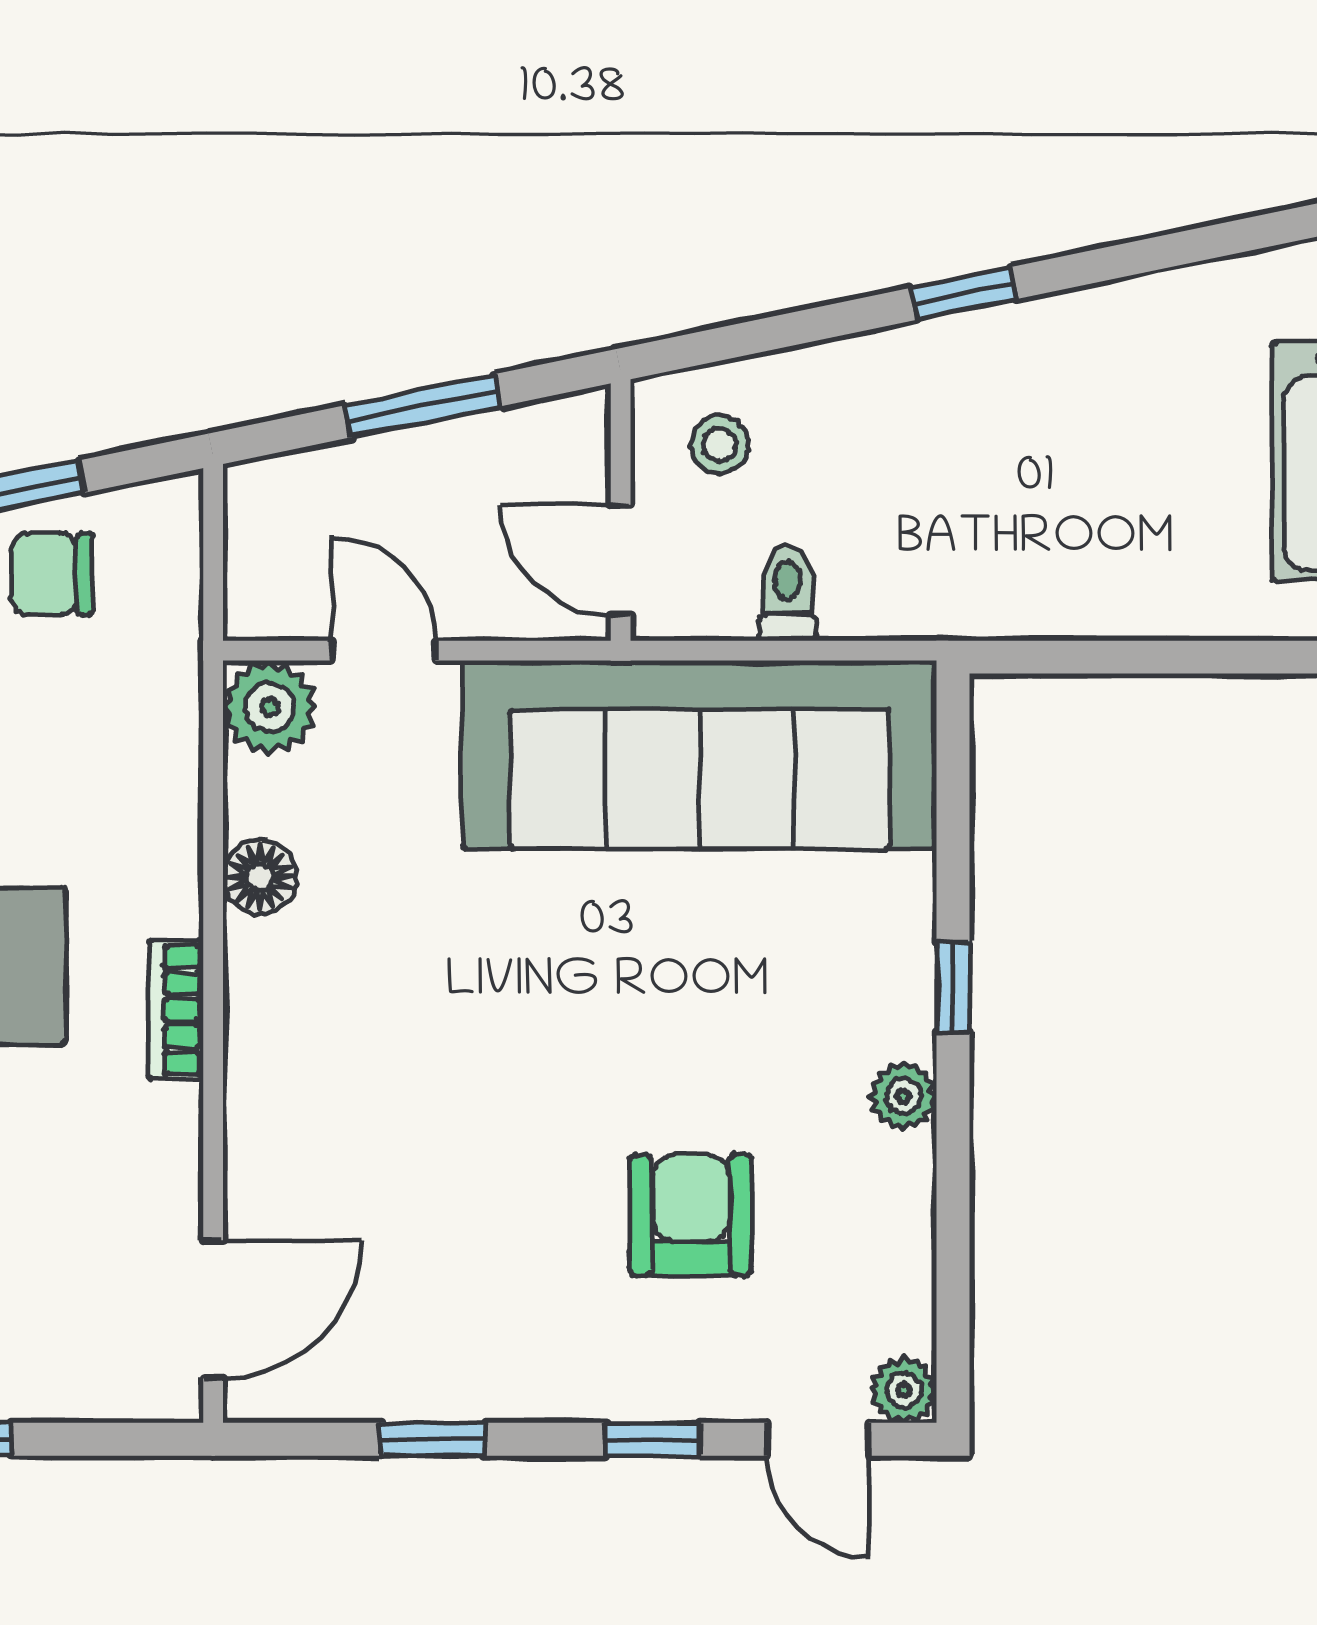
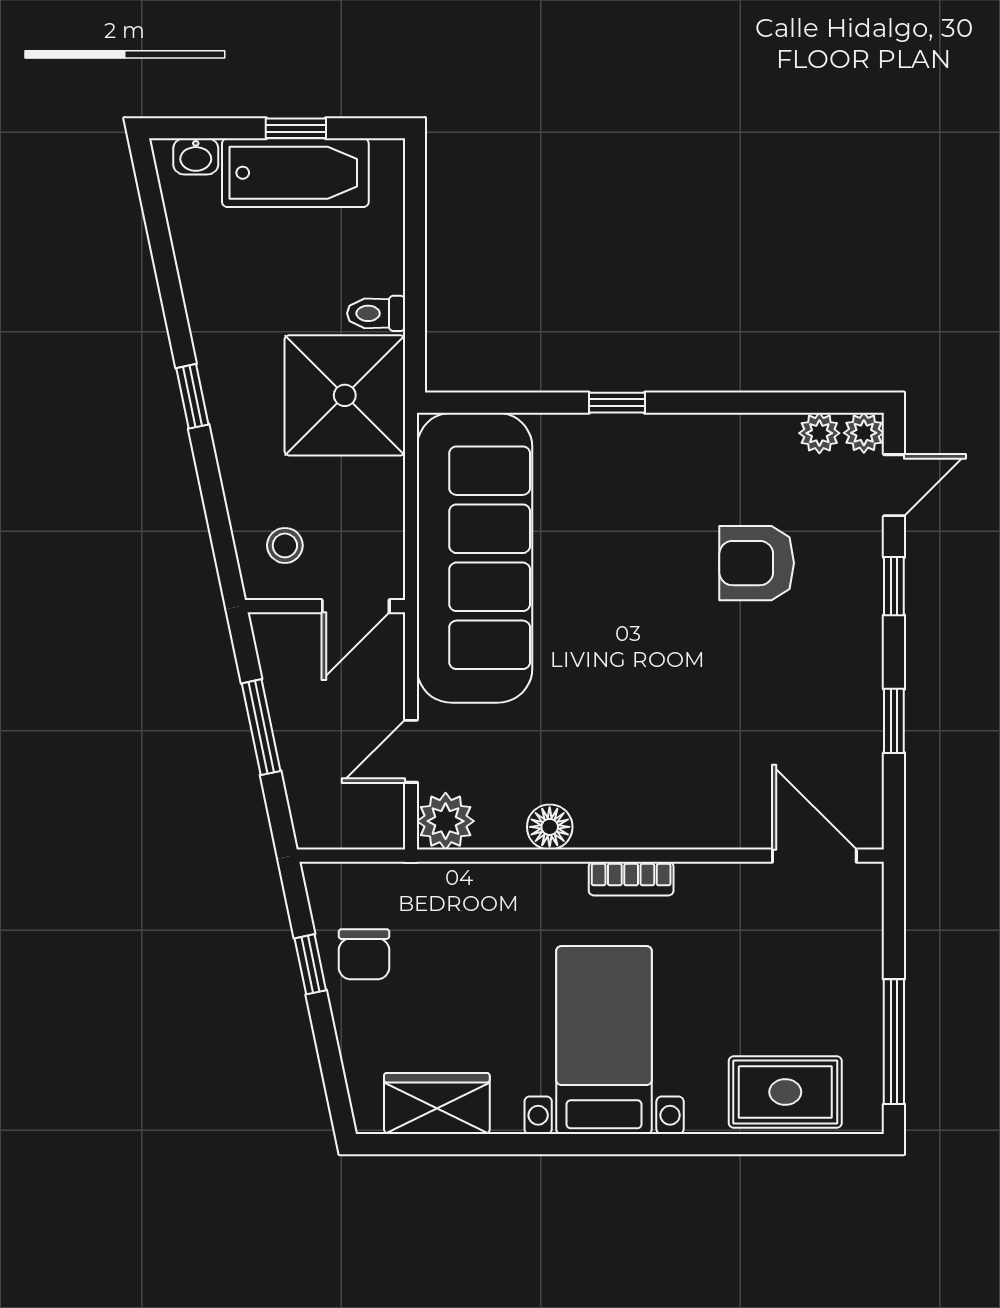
shower: (965, 542) -> (345, 395), added
toilet: (788, 594) -> (376, 313), moved
plant: (903, 1096) -> (819, 433), moved

